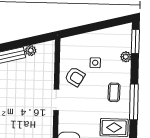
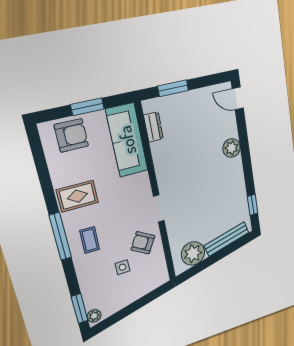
plant: (31, 51) -> (193, 253), width x1.88, depth x1.88
plant: (126, 57) -> (94, 316), moved

